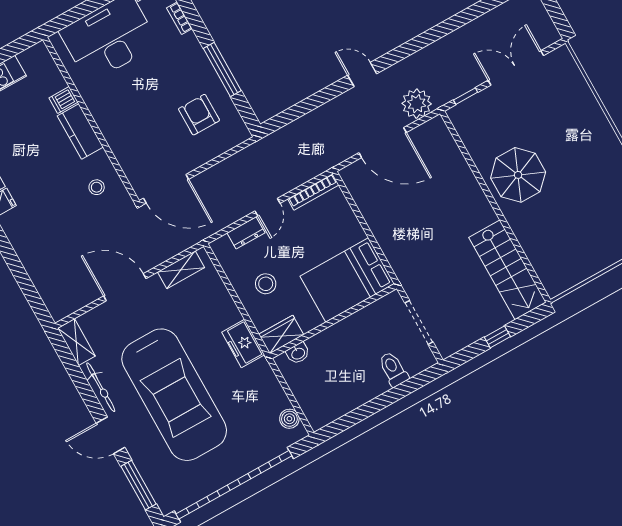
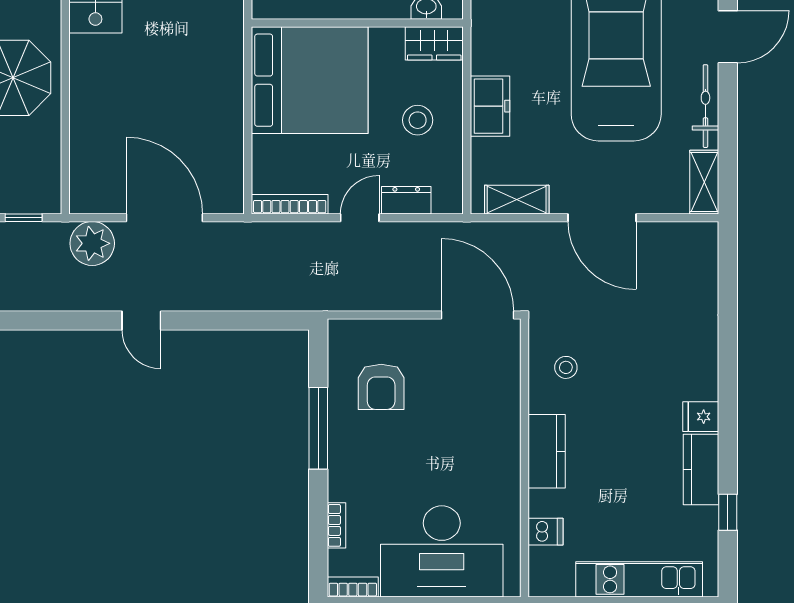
dishwasher: (63, 100) -> (546, 532), moved
bed: (347, 280) -> (310, 80), width x1.36
freezer: (243, 343) -> (490, 106), moved
door: (111, 435) -> (728, 37), hinge flipped

